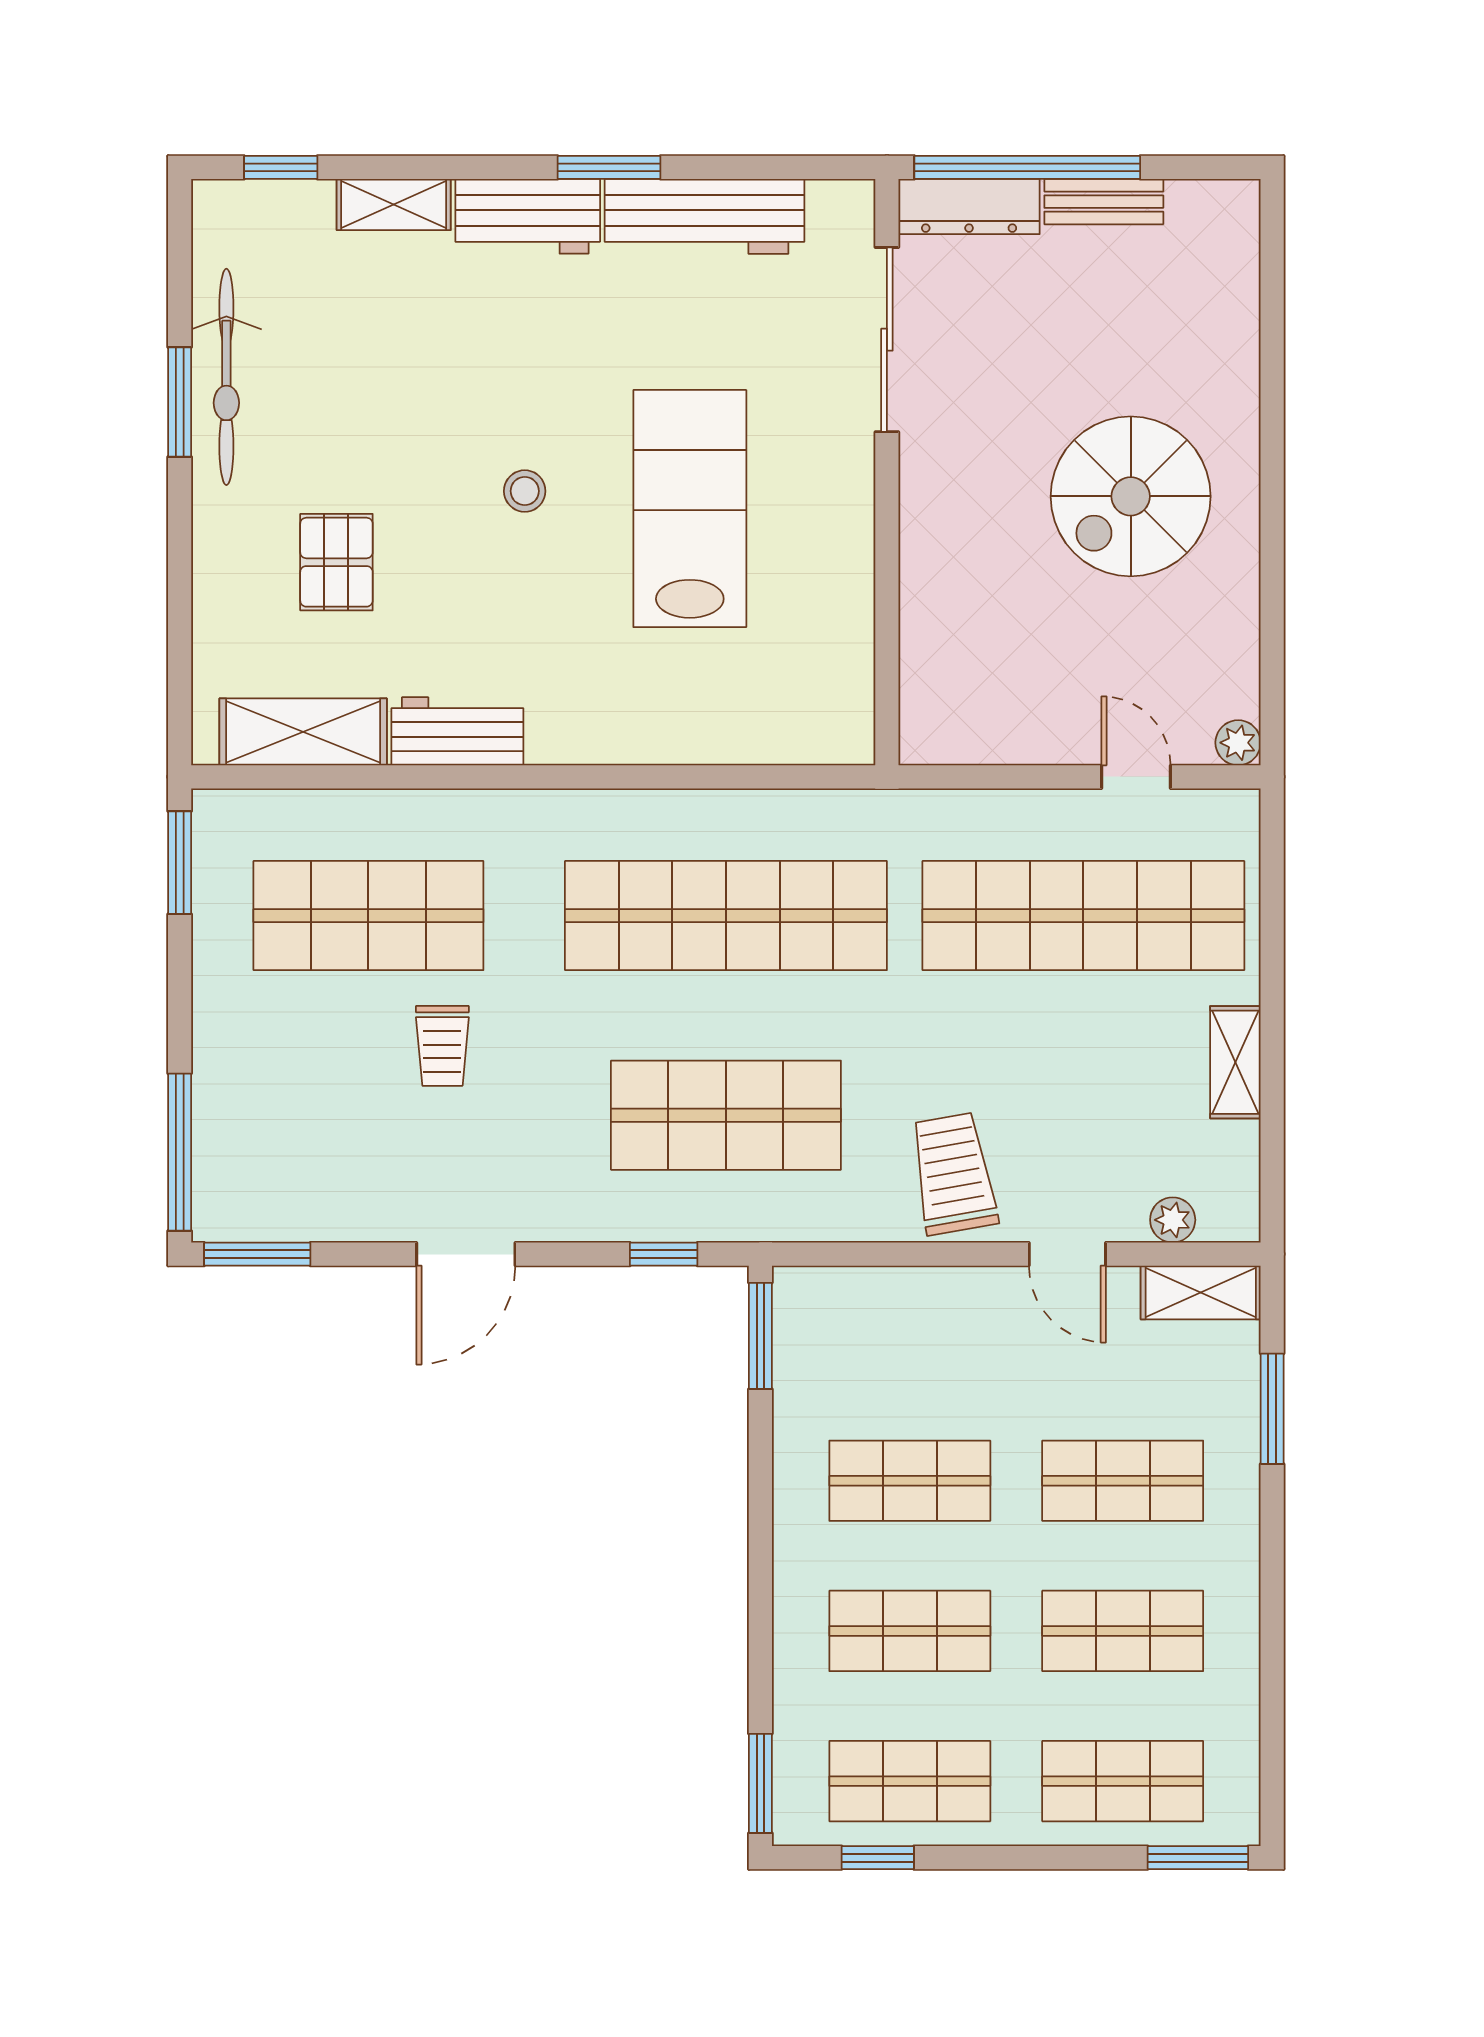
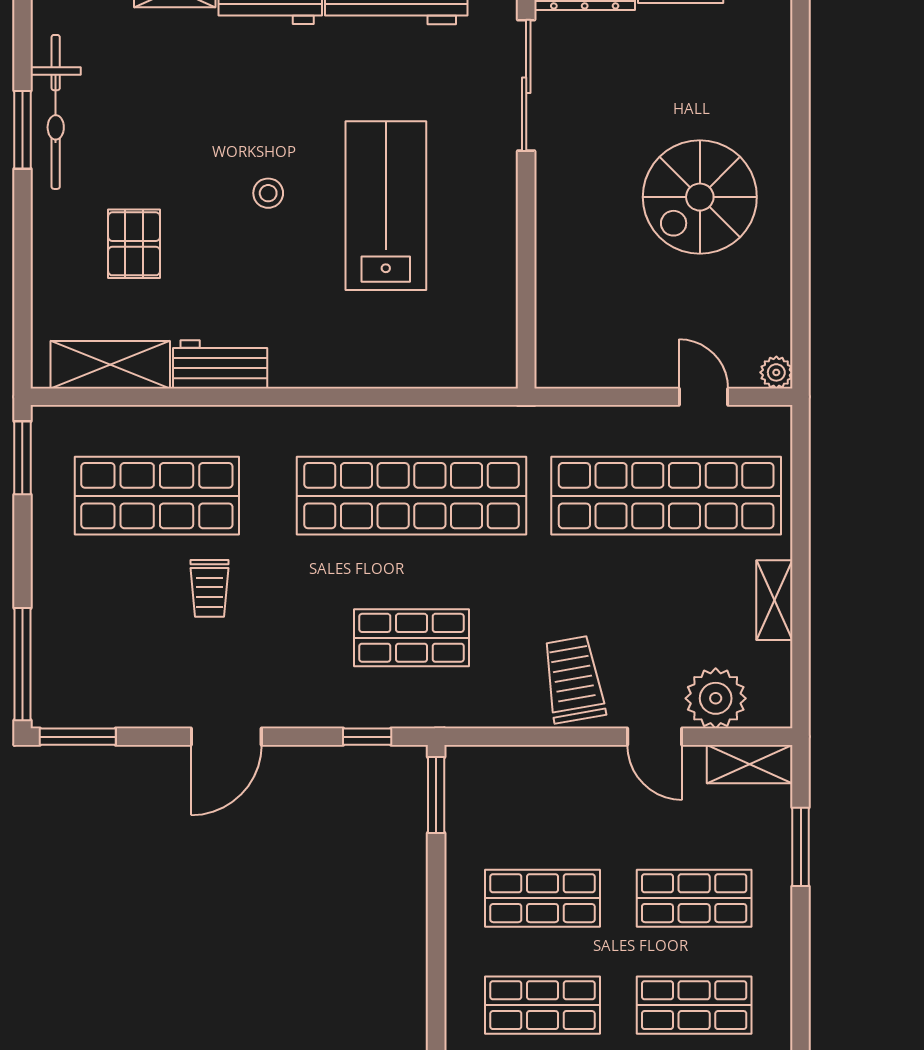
shop shelf: (726, 1115) -> (411, 638), width x0.70, depth x0.74
plant: (1173, 1220) -> (716, 698), width x1.88, depth x1.88

